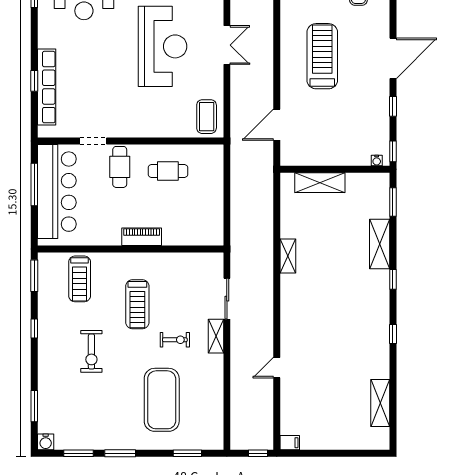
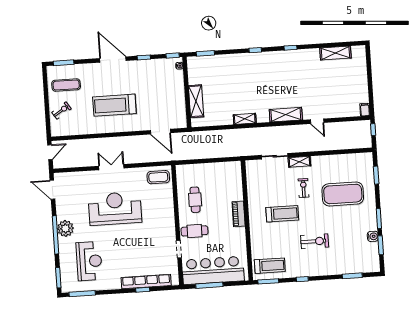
shelving: (380, 244) -> (286, 115), moved
treadmill: (80, 279) -> (270, 266), moved
water cooler: (46, 442) -> (373, 236), moved

